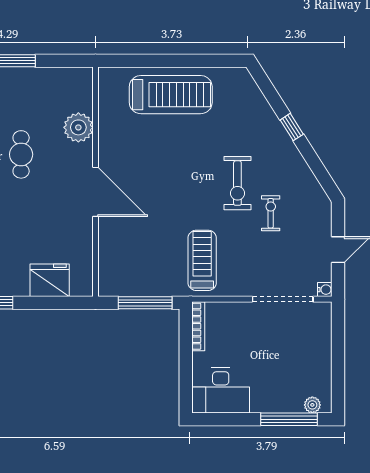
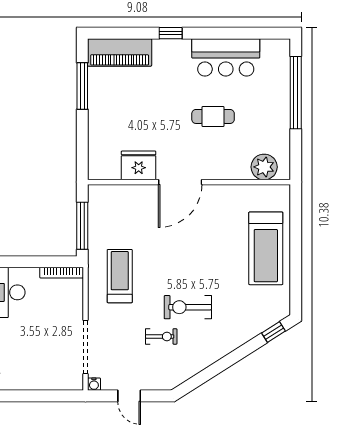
plant: (78, 127) -> (264, 167), moved
window: (292, 127) -> (273, 332), moved
treadmill: (202, 260) -> (120, 276), turned -90
fridge: (50, 280) -> (139, 165), moved, turned -90

